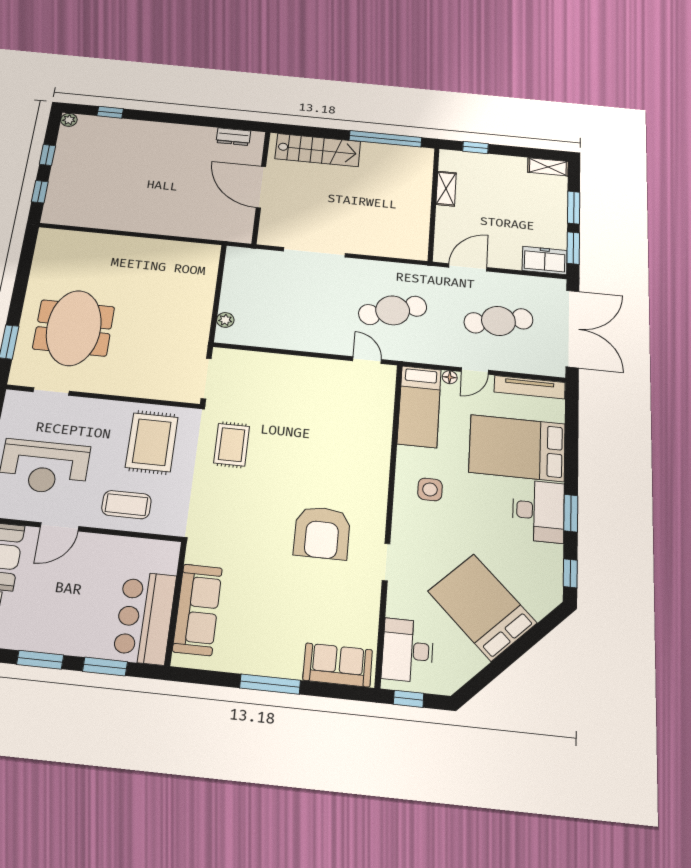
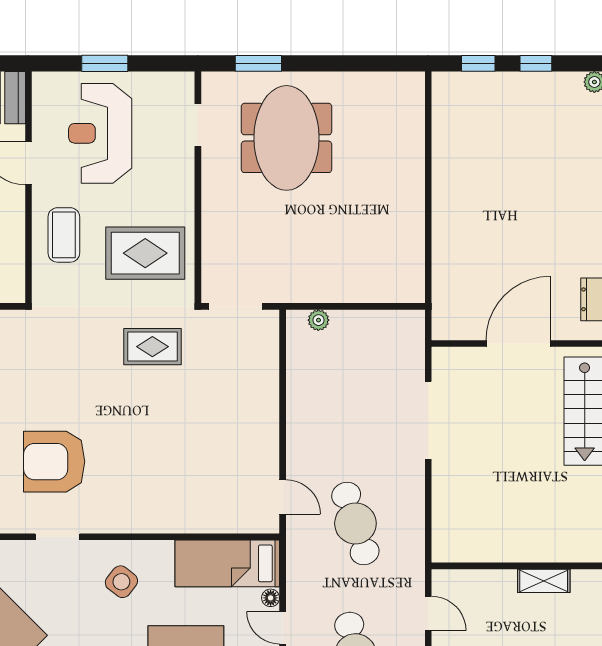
door: (468, 267) -> (428, 613), width x0.73
meeting table: (74, 328) -> (287, 138), turned 90
door: (367, 360) -> (283, 497), hinge flipped
side table: (430, 489) -> (121, 582), turned 38
doorway: (386, 562) -> (57, 537), moved

